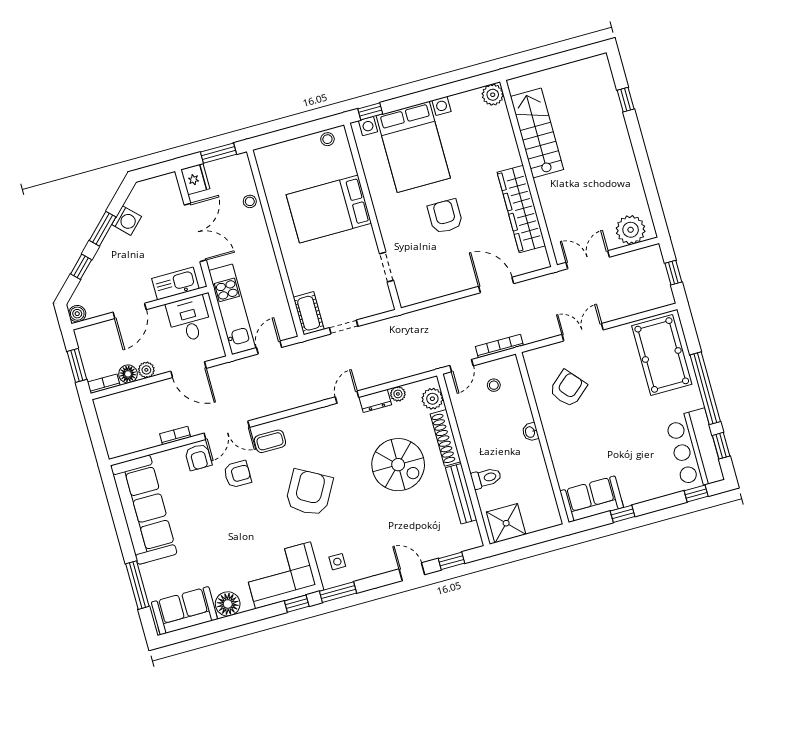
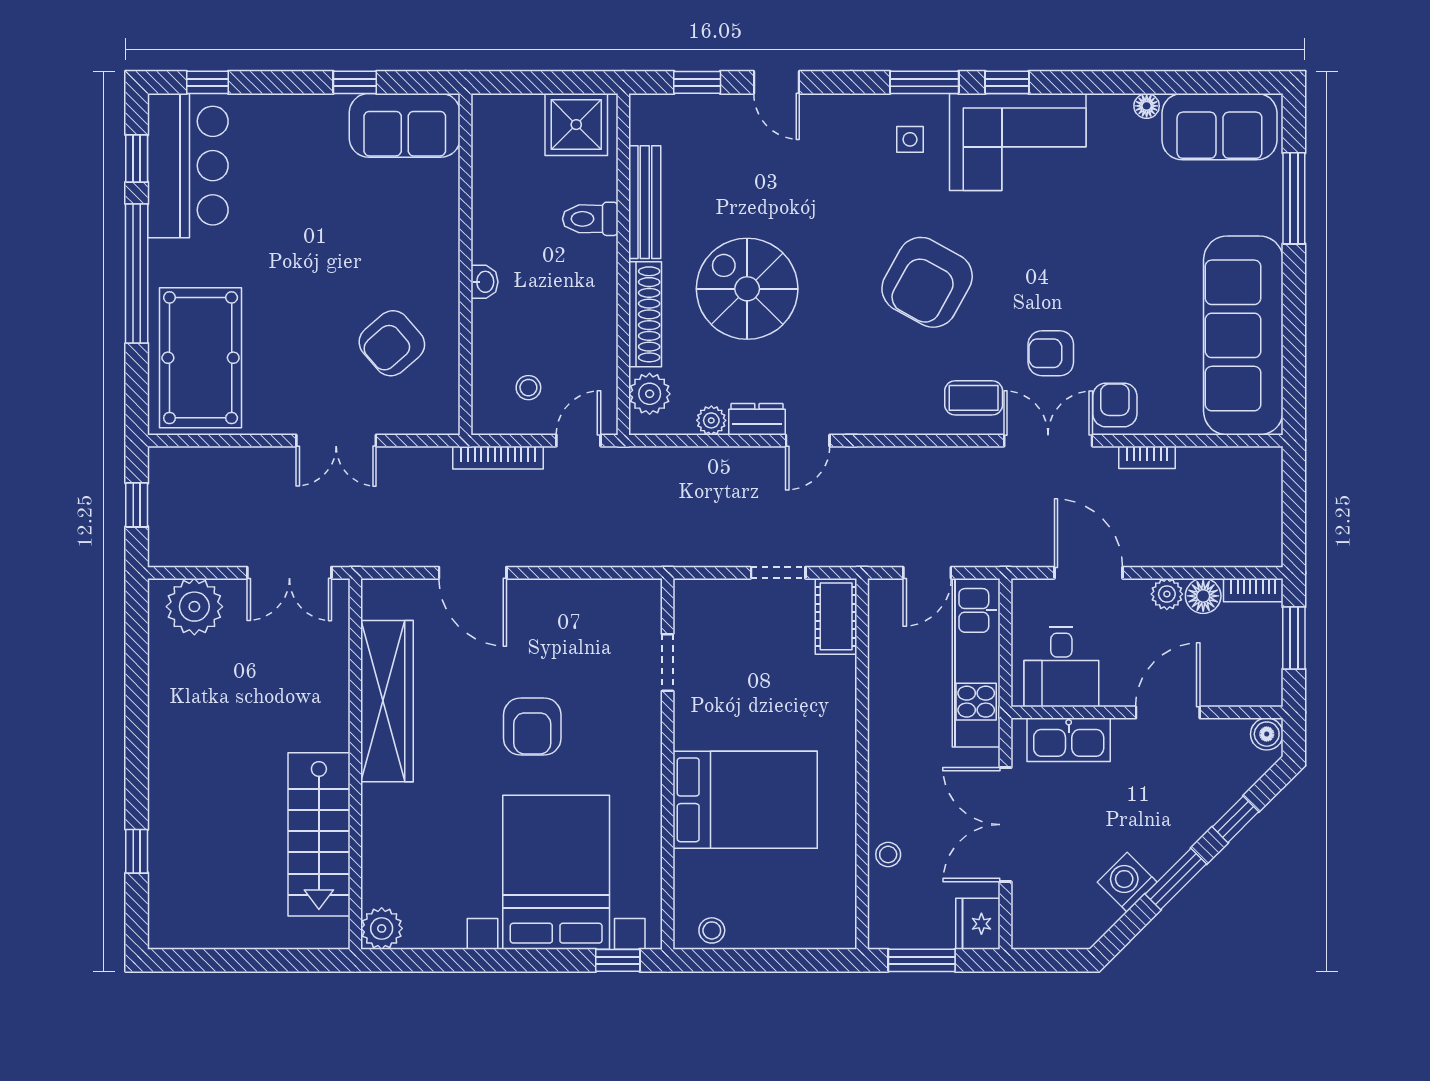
floor lamp: (228, 604) -> (1147, 106), width x0.53, depth x0.53

